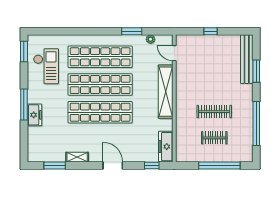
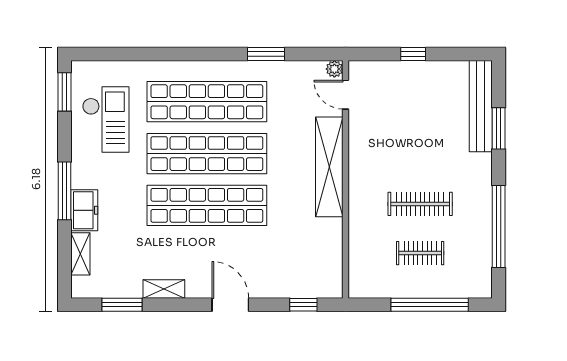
plant: (151, 39) -> (334, 69), moved
shelving: (32, 138) -> (80, 254), added
freezer: (166, 147) -> (330, 270), removed

